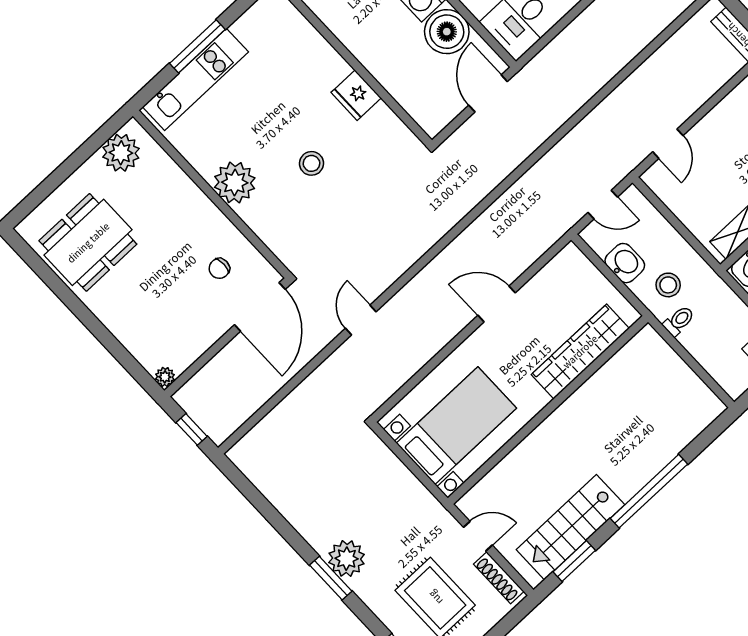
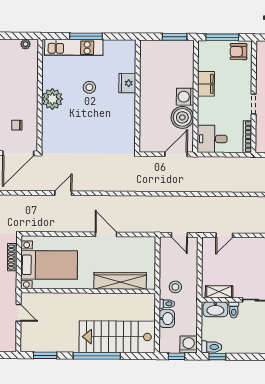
fridge: (356, 95) -> (127, 83), moved
plant: (121, 153) -> (26, 44), width x0.53, depth x0.53
stool: (311, 163) -> (89, 87), moved
washbasin: (625, 263) -> (167, 319), moved
door: (361, 320) -> (63, 193), moved
stairs: (570, 527) -> (117, 337), moved, width x1.36, depth x1.51
shoe rack: (499, 578) -> (12, 257), moved

